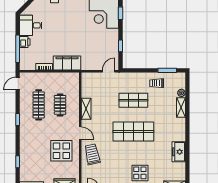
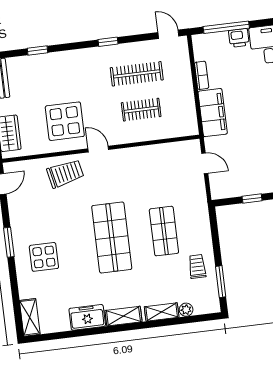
door: (109, 71) -> (205, 163), moved
shelving: (86, 109) -> (123, 316), moved
door: (80, 133) -> (98, 149), swing flipped

